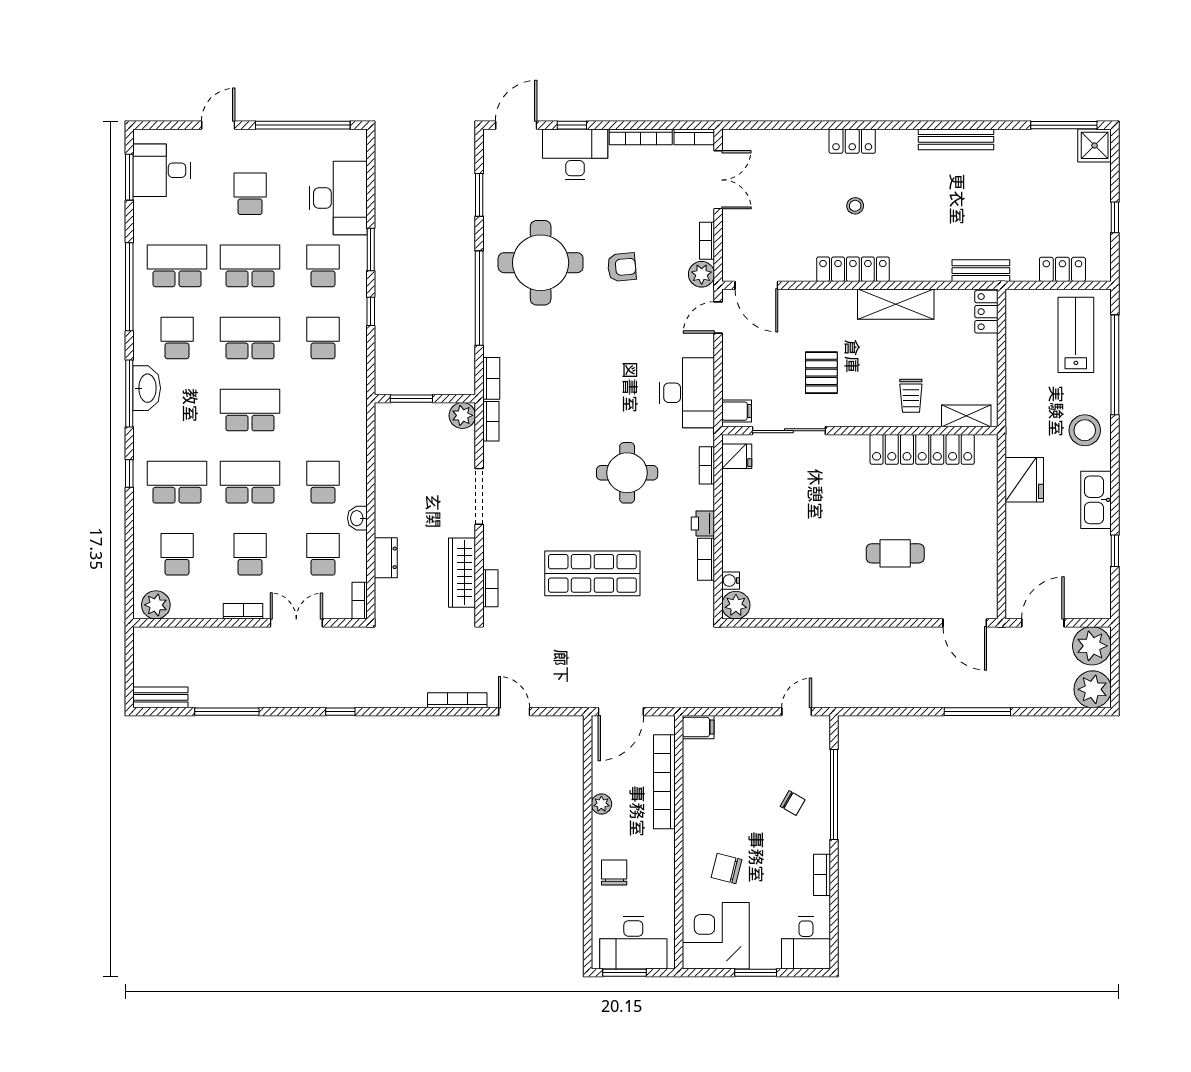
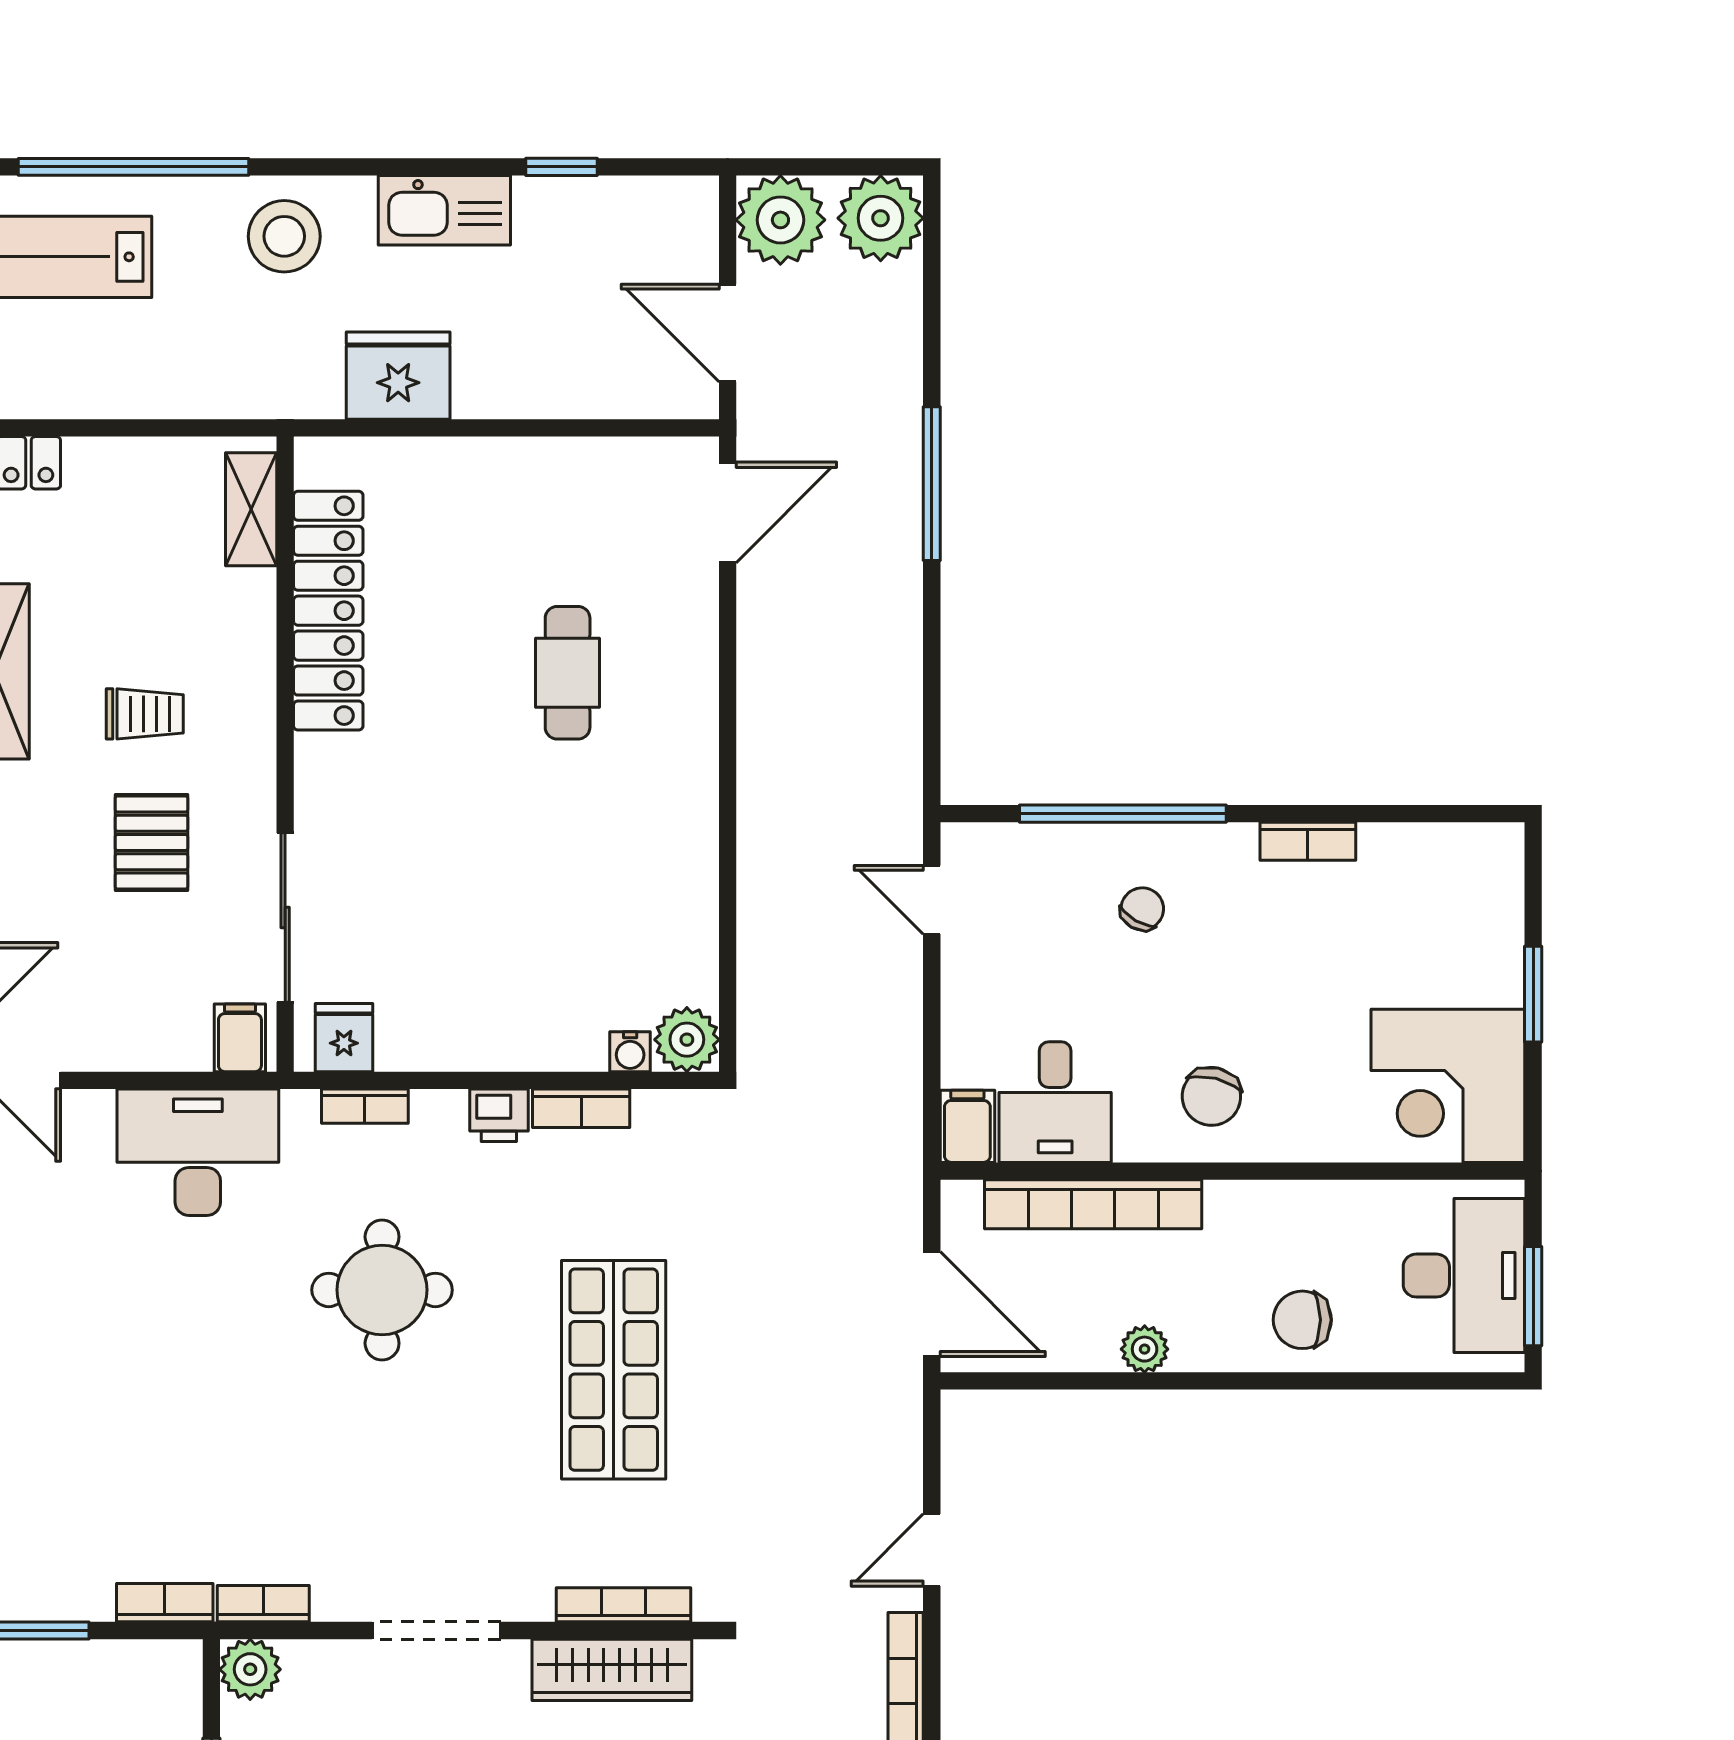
pallet: (821, 373) -> (151, 843), turned 90
trolley: (911, 396) -> (145, 714), moved
bookcase: (490, 588) -> (624, 1605), width x1.56
chair: (726, 869) -> (1211, 1096), moved
desk: (806, 943) -> (1055, 1102), moved, turned 90

